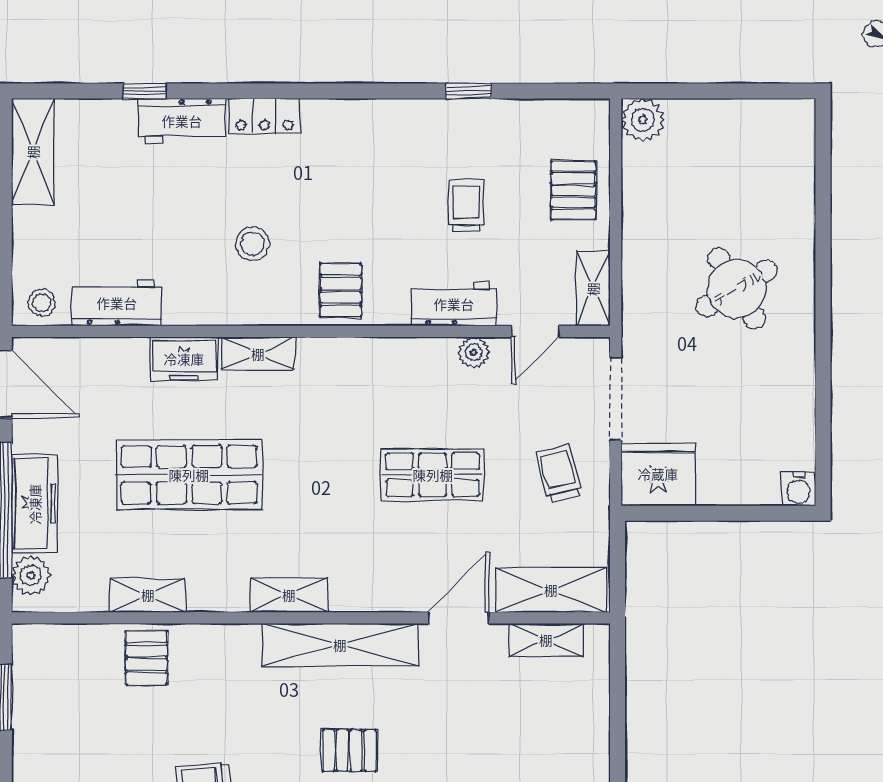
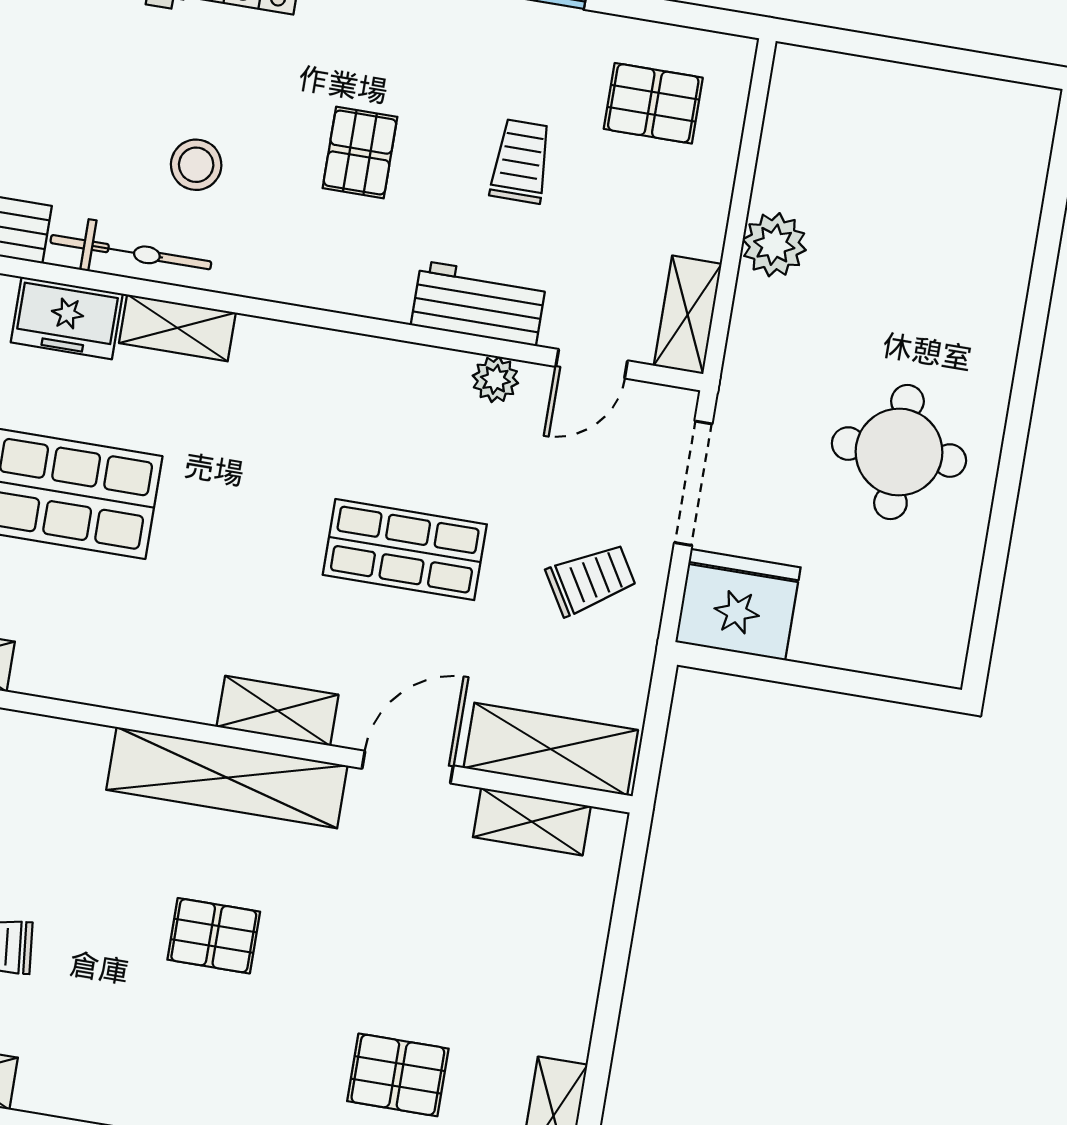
plant: (643, 120) -> (774, 245), moved
pallet: (573, 190) -> (653, 103), moved, turned 90
round table: (737, 288) -> (899, 452), moved, turned 31
pallet: (341, 290) -> (360, 153), moved
bicycle: (219, 309) -> (131, 252), added
trolley: (559, 474) -> (591, 579), turned 73
water cooler: (799, 489) -> (941, 661), removed
shelving: (289, 595) -> (278, 711), moved

